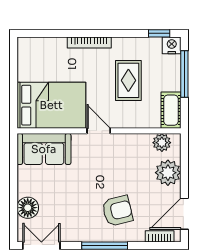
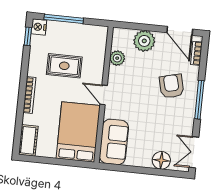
cot: (171, 110) -> (28, 140), moved, turned 90
door: (99, 131) -> (104, 95), hinge flipped
plant: (162, 143) -> (117, 58), moved

